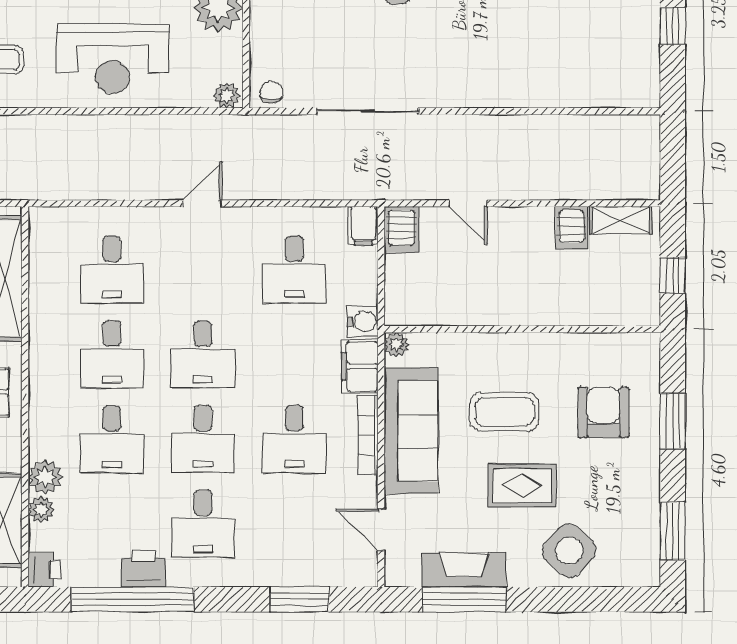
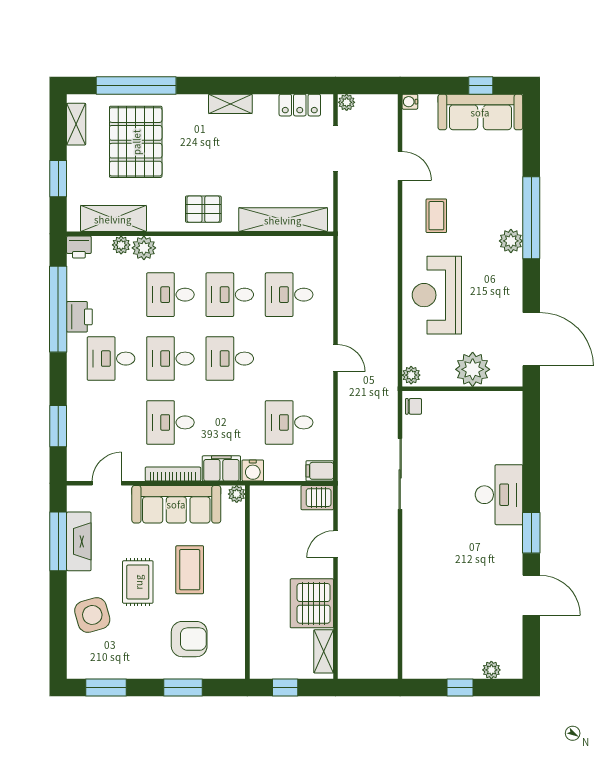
server rack: (571, 228) -> (312, 603), width x2.18, depth x1.44
side table: (569, 551) -> (92, 615), turned 32

